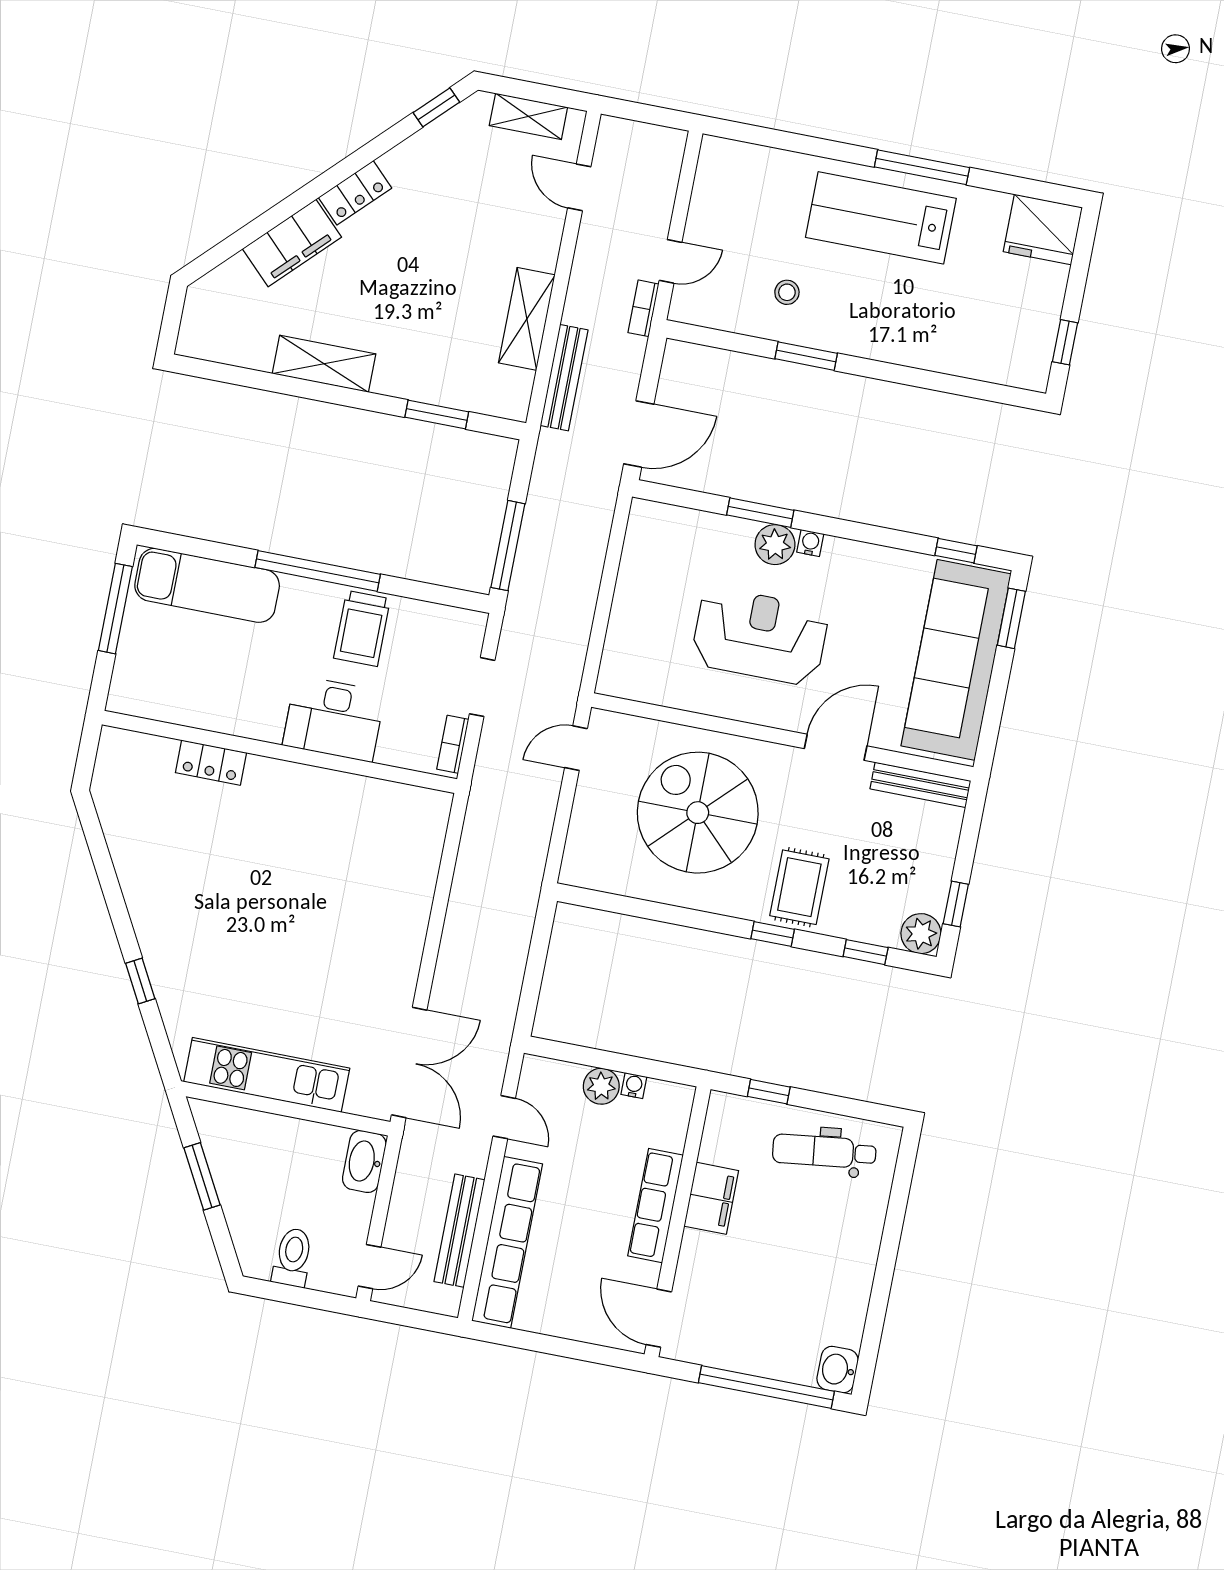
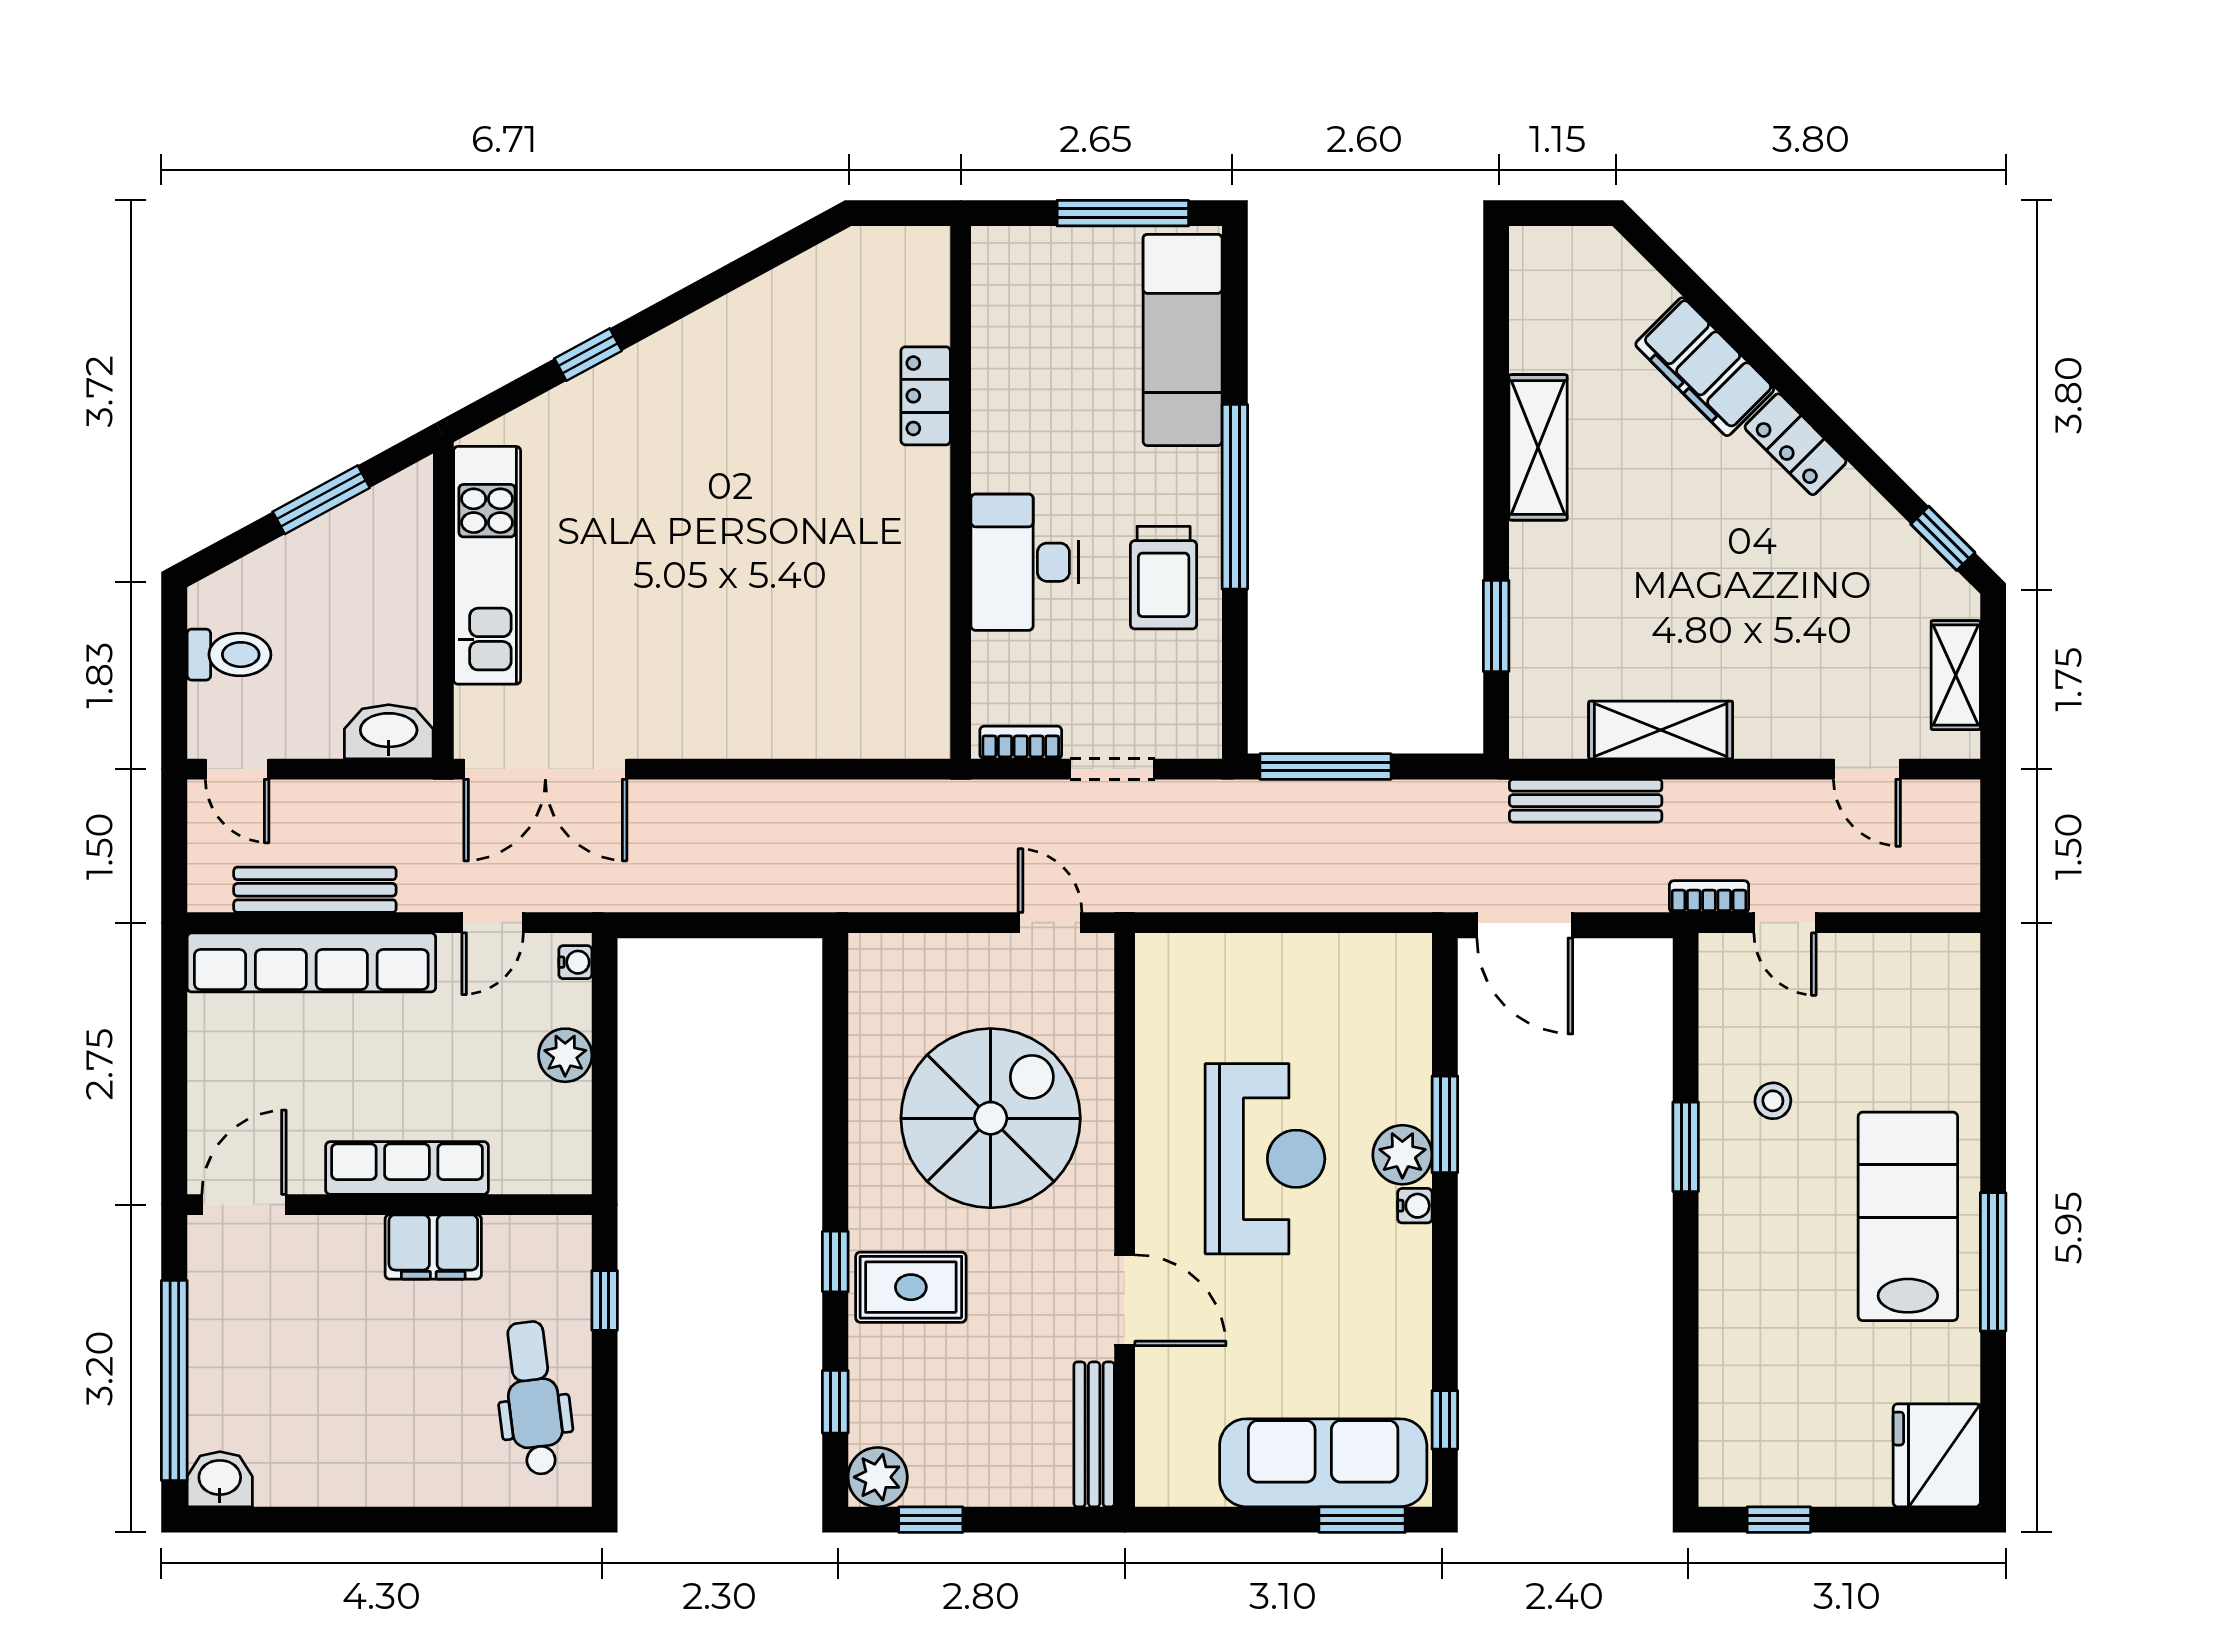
door: (579, 187) -> (1867, 769), swing flipped
trolley: (362, 628) -> (1164, 578), turned -90
sofa: (956, 660) -> (1323, 1463), width x0.74, depth x0.79
water cooler: (634, 1086) -> (575, 962), moved

